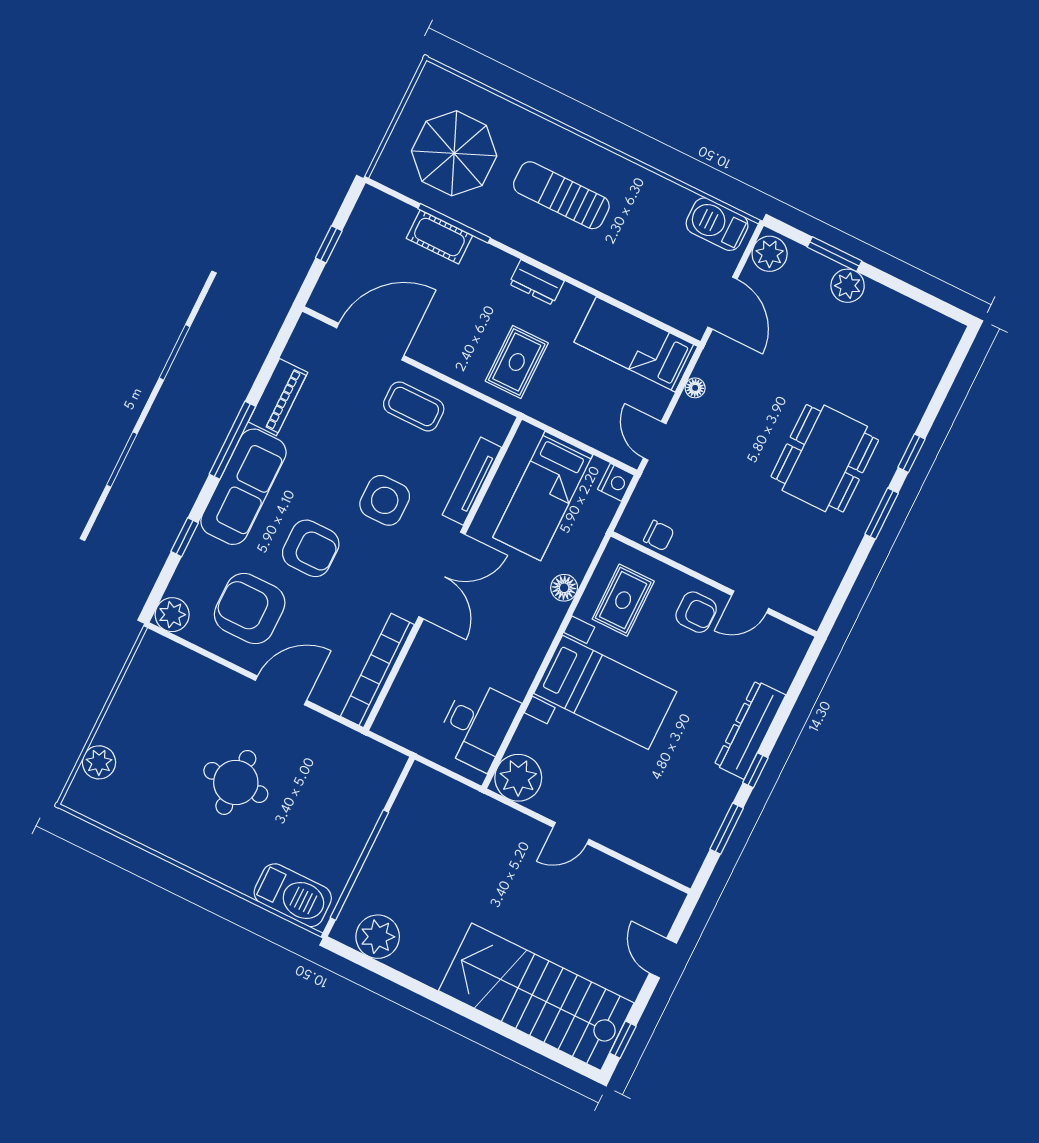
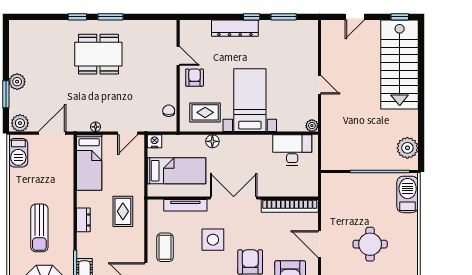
rug: (517, 362) -> (123, 211), turned 90
plant: (518, 778) -> (312, 126), width x0.53, depth x0.53

